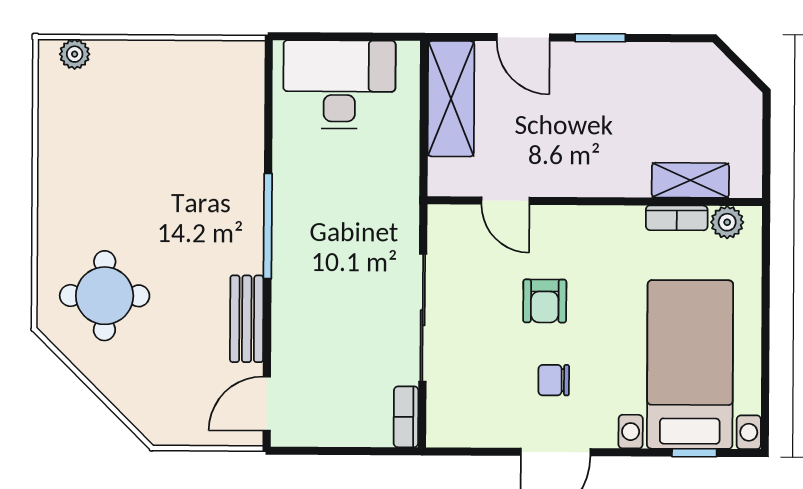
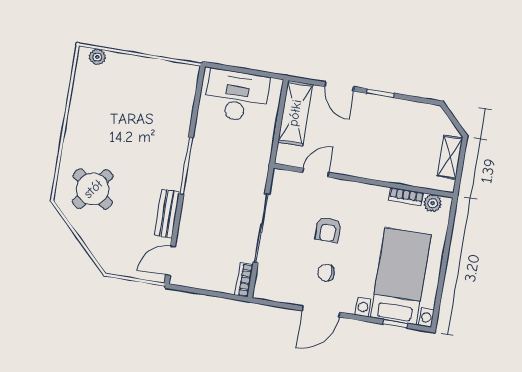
shelving: (690, 180) -> (450, 157), moved, turned 90
door: (505, 201) -> (316, 173), swing flipped
round table: (105, 296) -> (93, 189), turned 37

